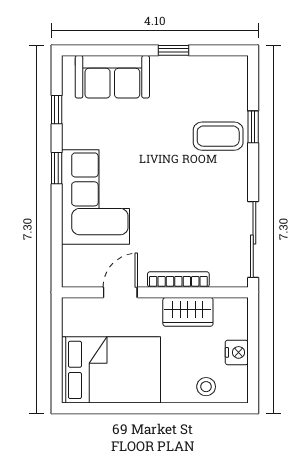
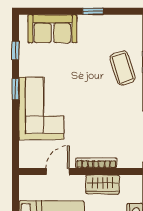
coffee table: (218, 136) -> (122, 68), turned 73

